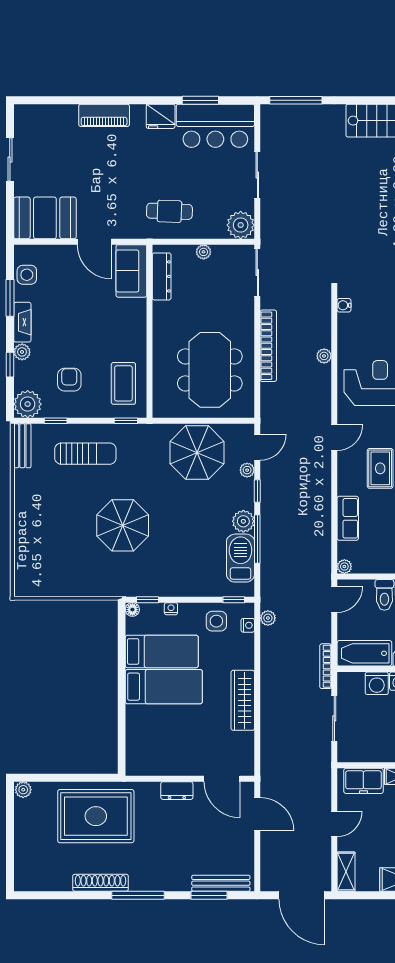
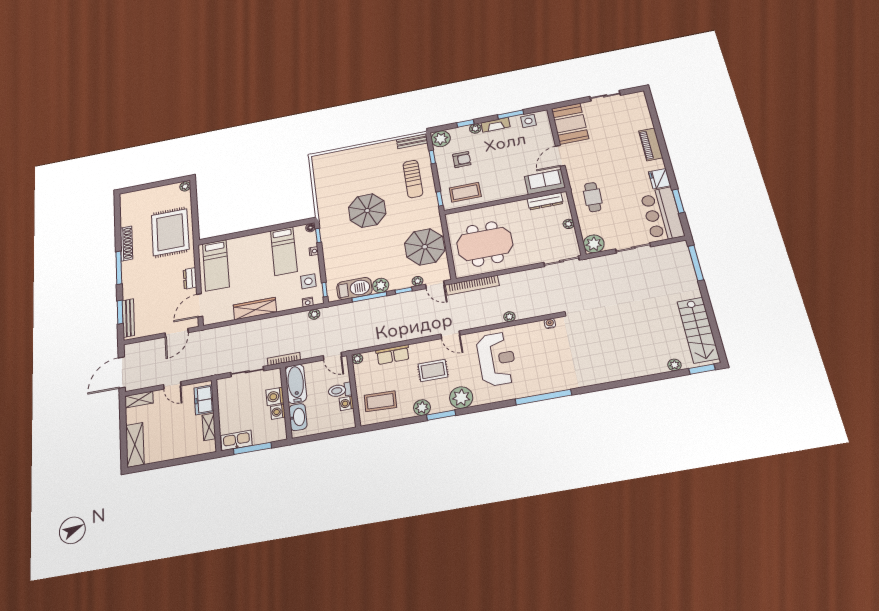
bookcase: (268, 346) -> (472, 285), moved
bed: (164, 687) -> (216, 265), moved

